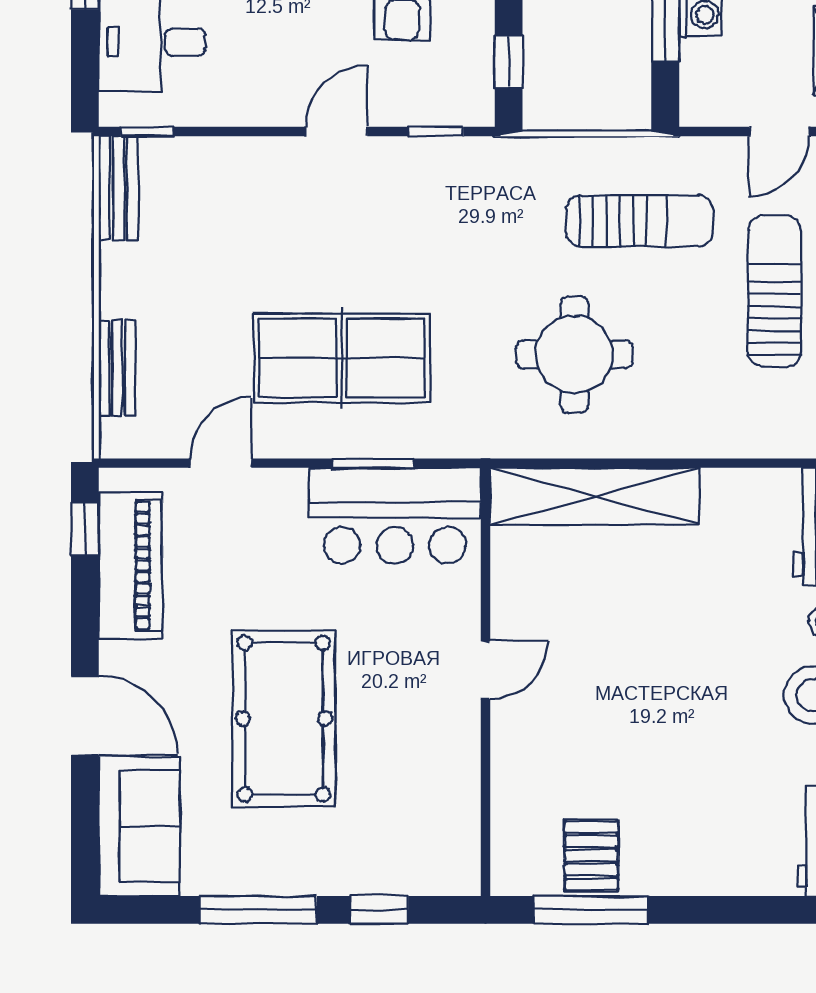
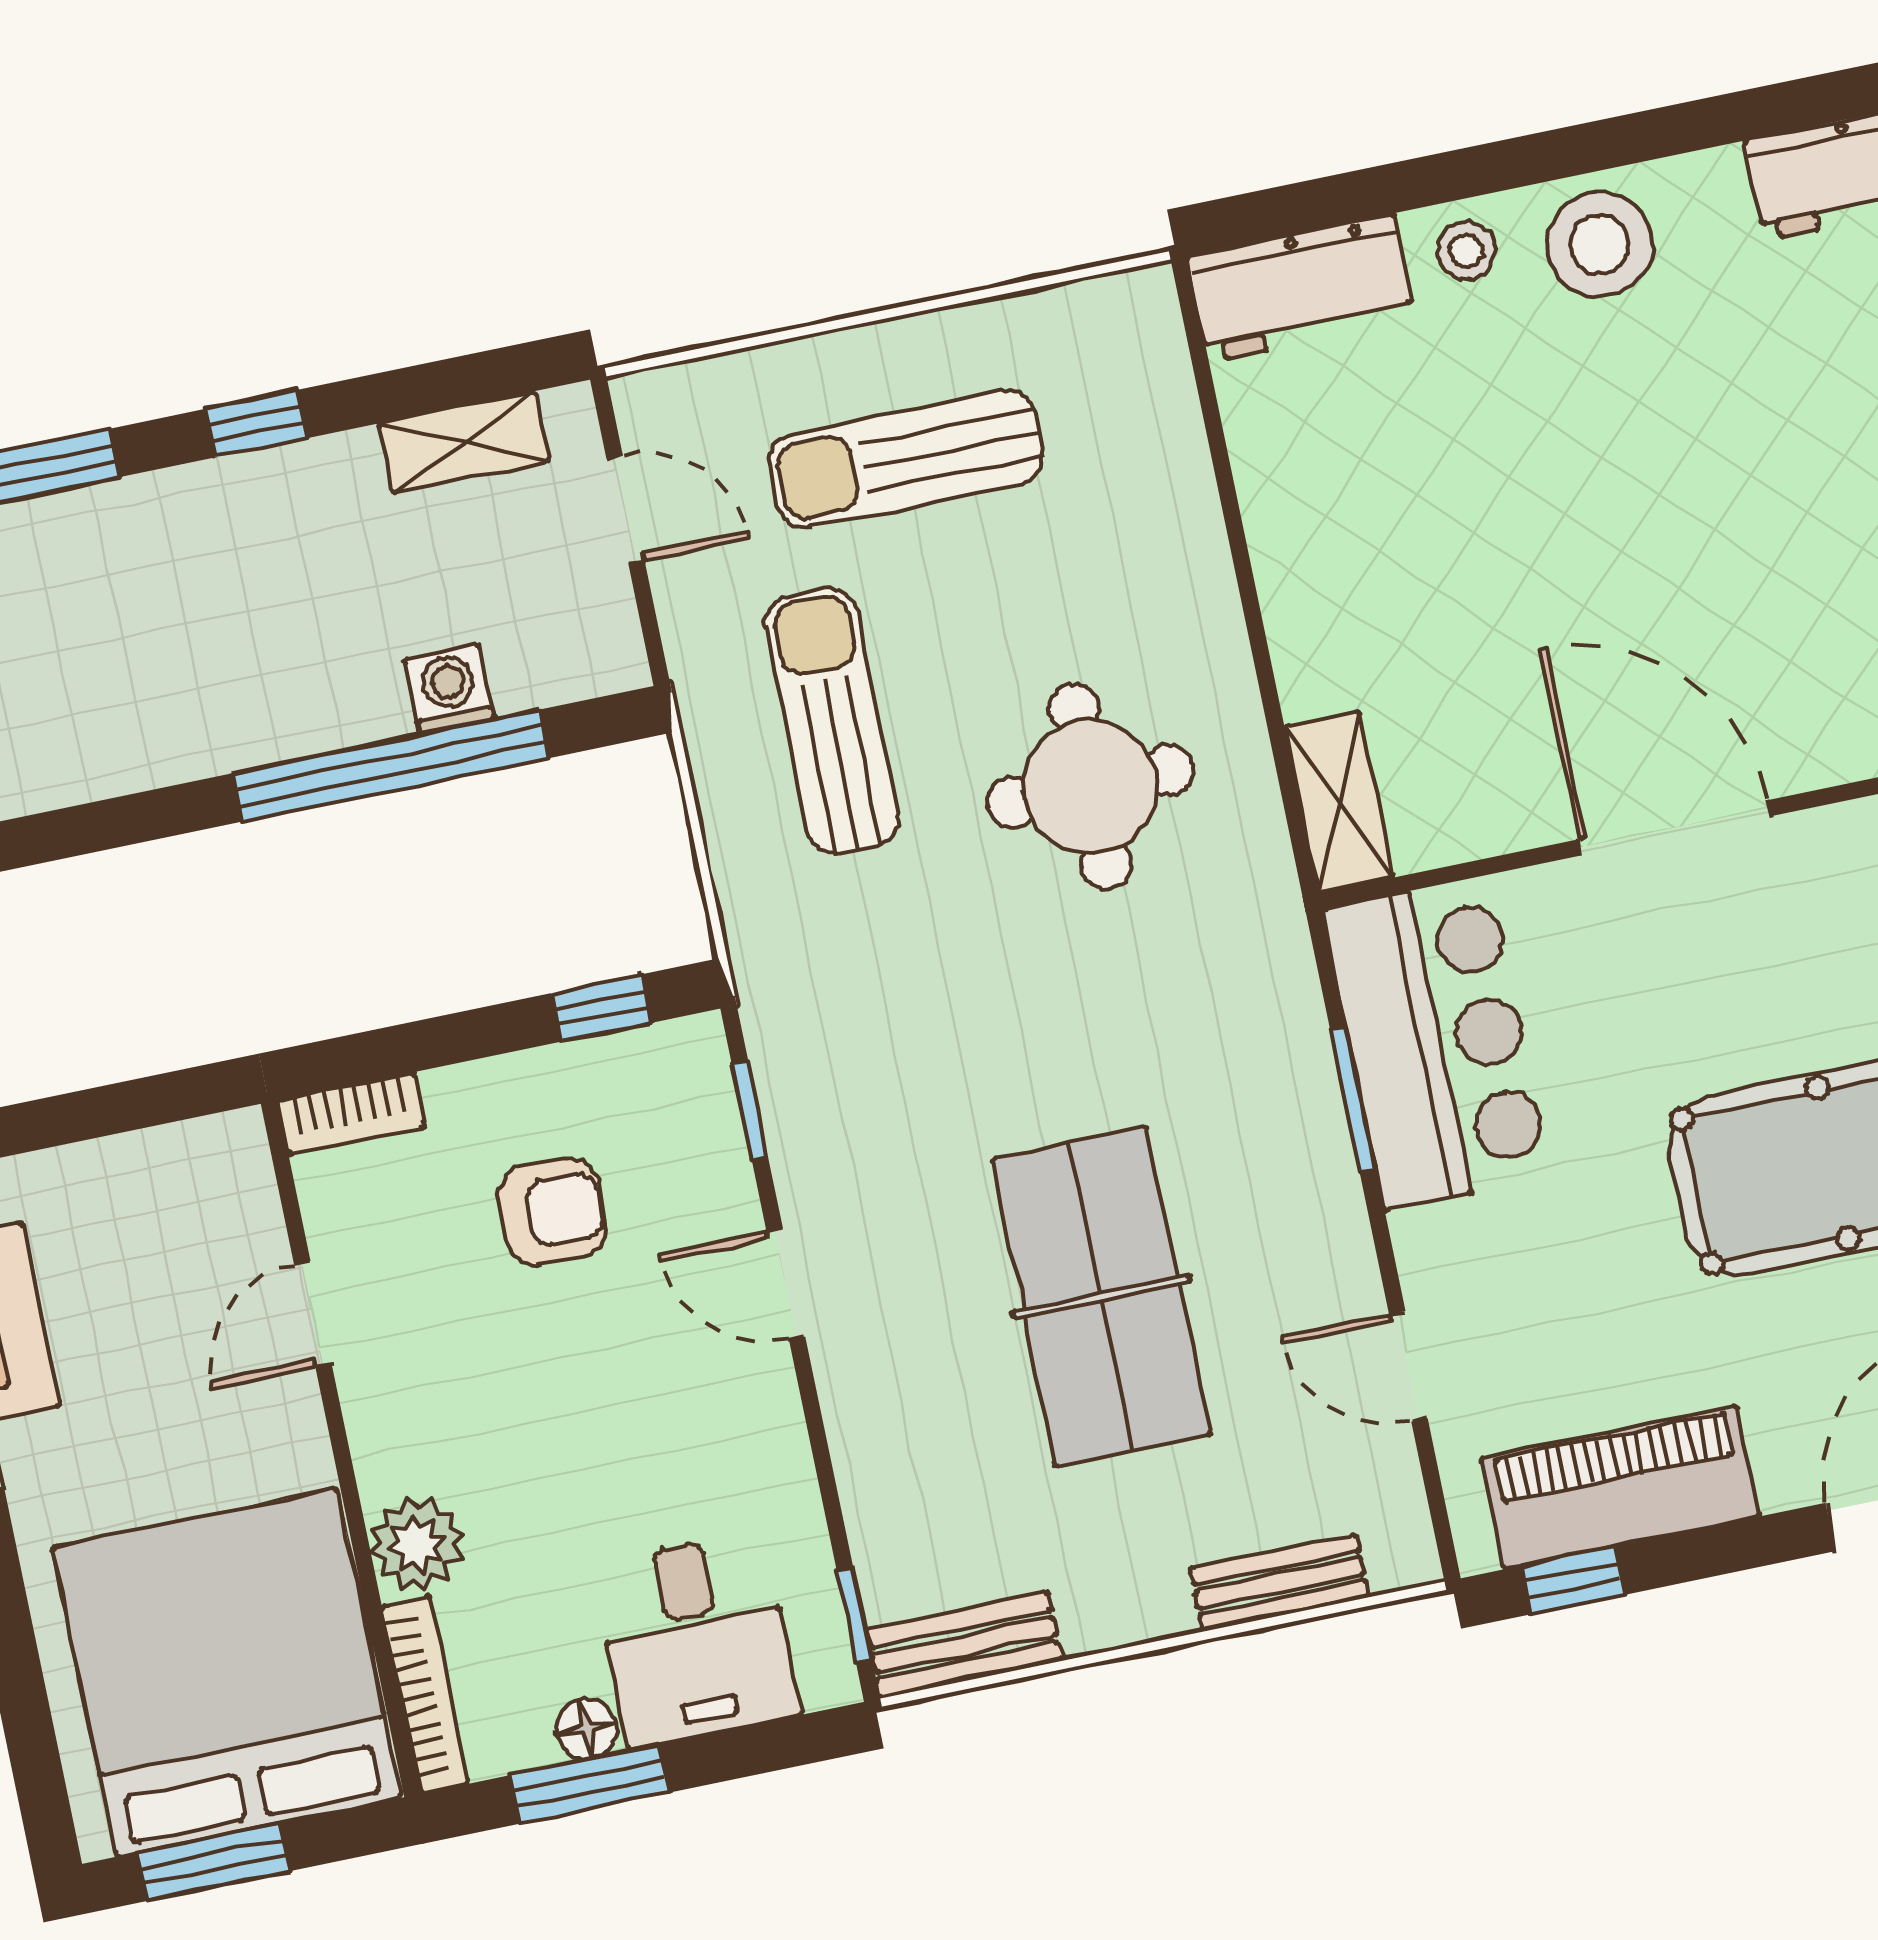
table tennis table: (342, 358) -> (1101, 1296), moved
shelving: (595, 496) -> (1339, 802), width x0.45, depth x0.75
door: (486, 670) -> (1675, 828), width x1.87

